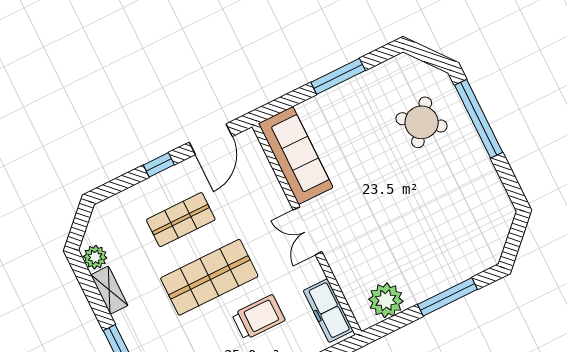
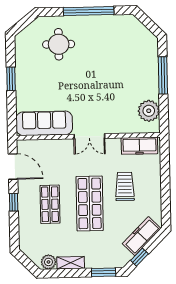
window: (338, 76) -> (11, 79), width x0.69
window: (479, 119) -> (89, 11), moved
round table: (422, 122) -> (59, 44), turned -37

